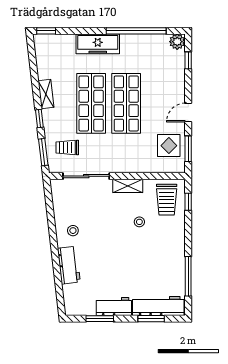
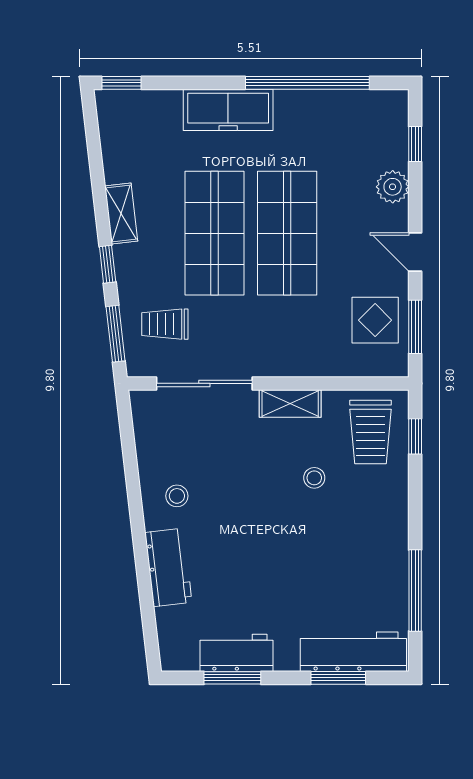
plant: (177, 42) -> (393, 187), moved
door: (188, 113) -> (415, 252), hinge flipped
workbench: (114, 307) -> (236, 653), moved

